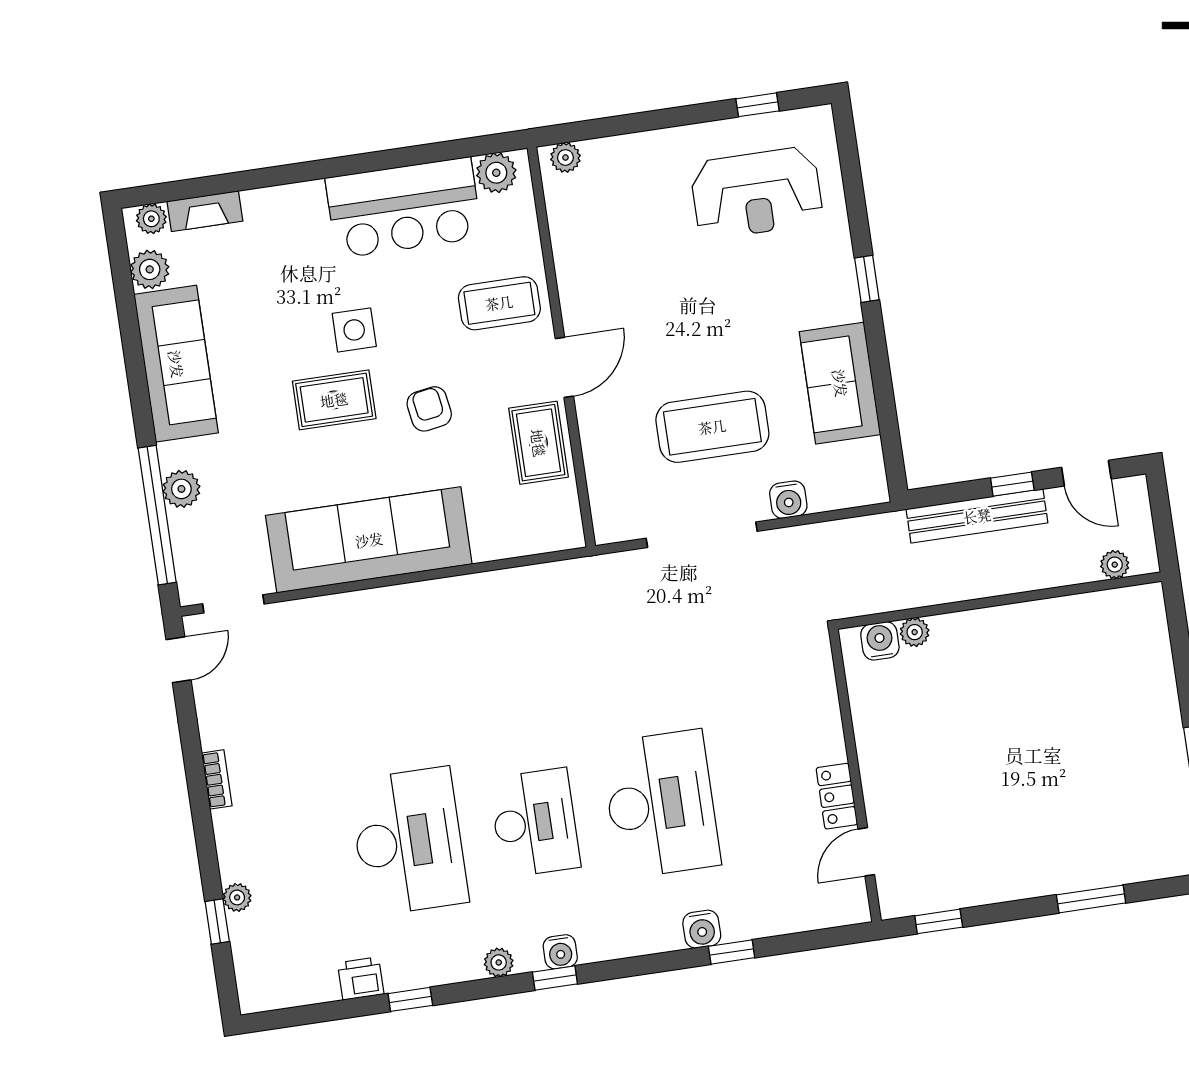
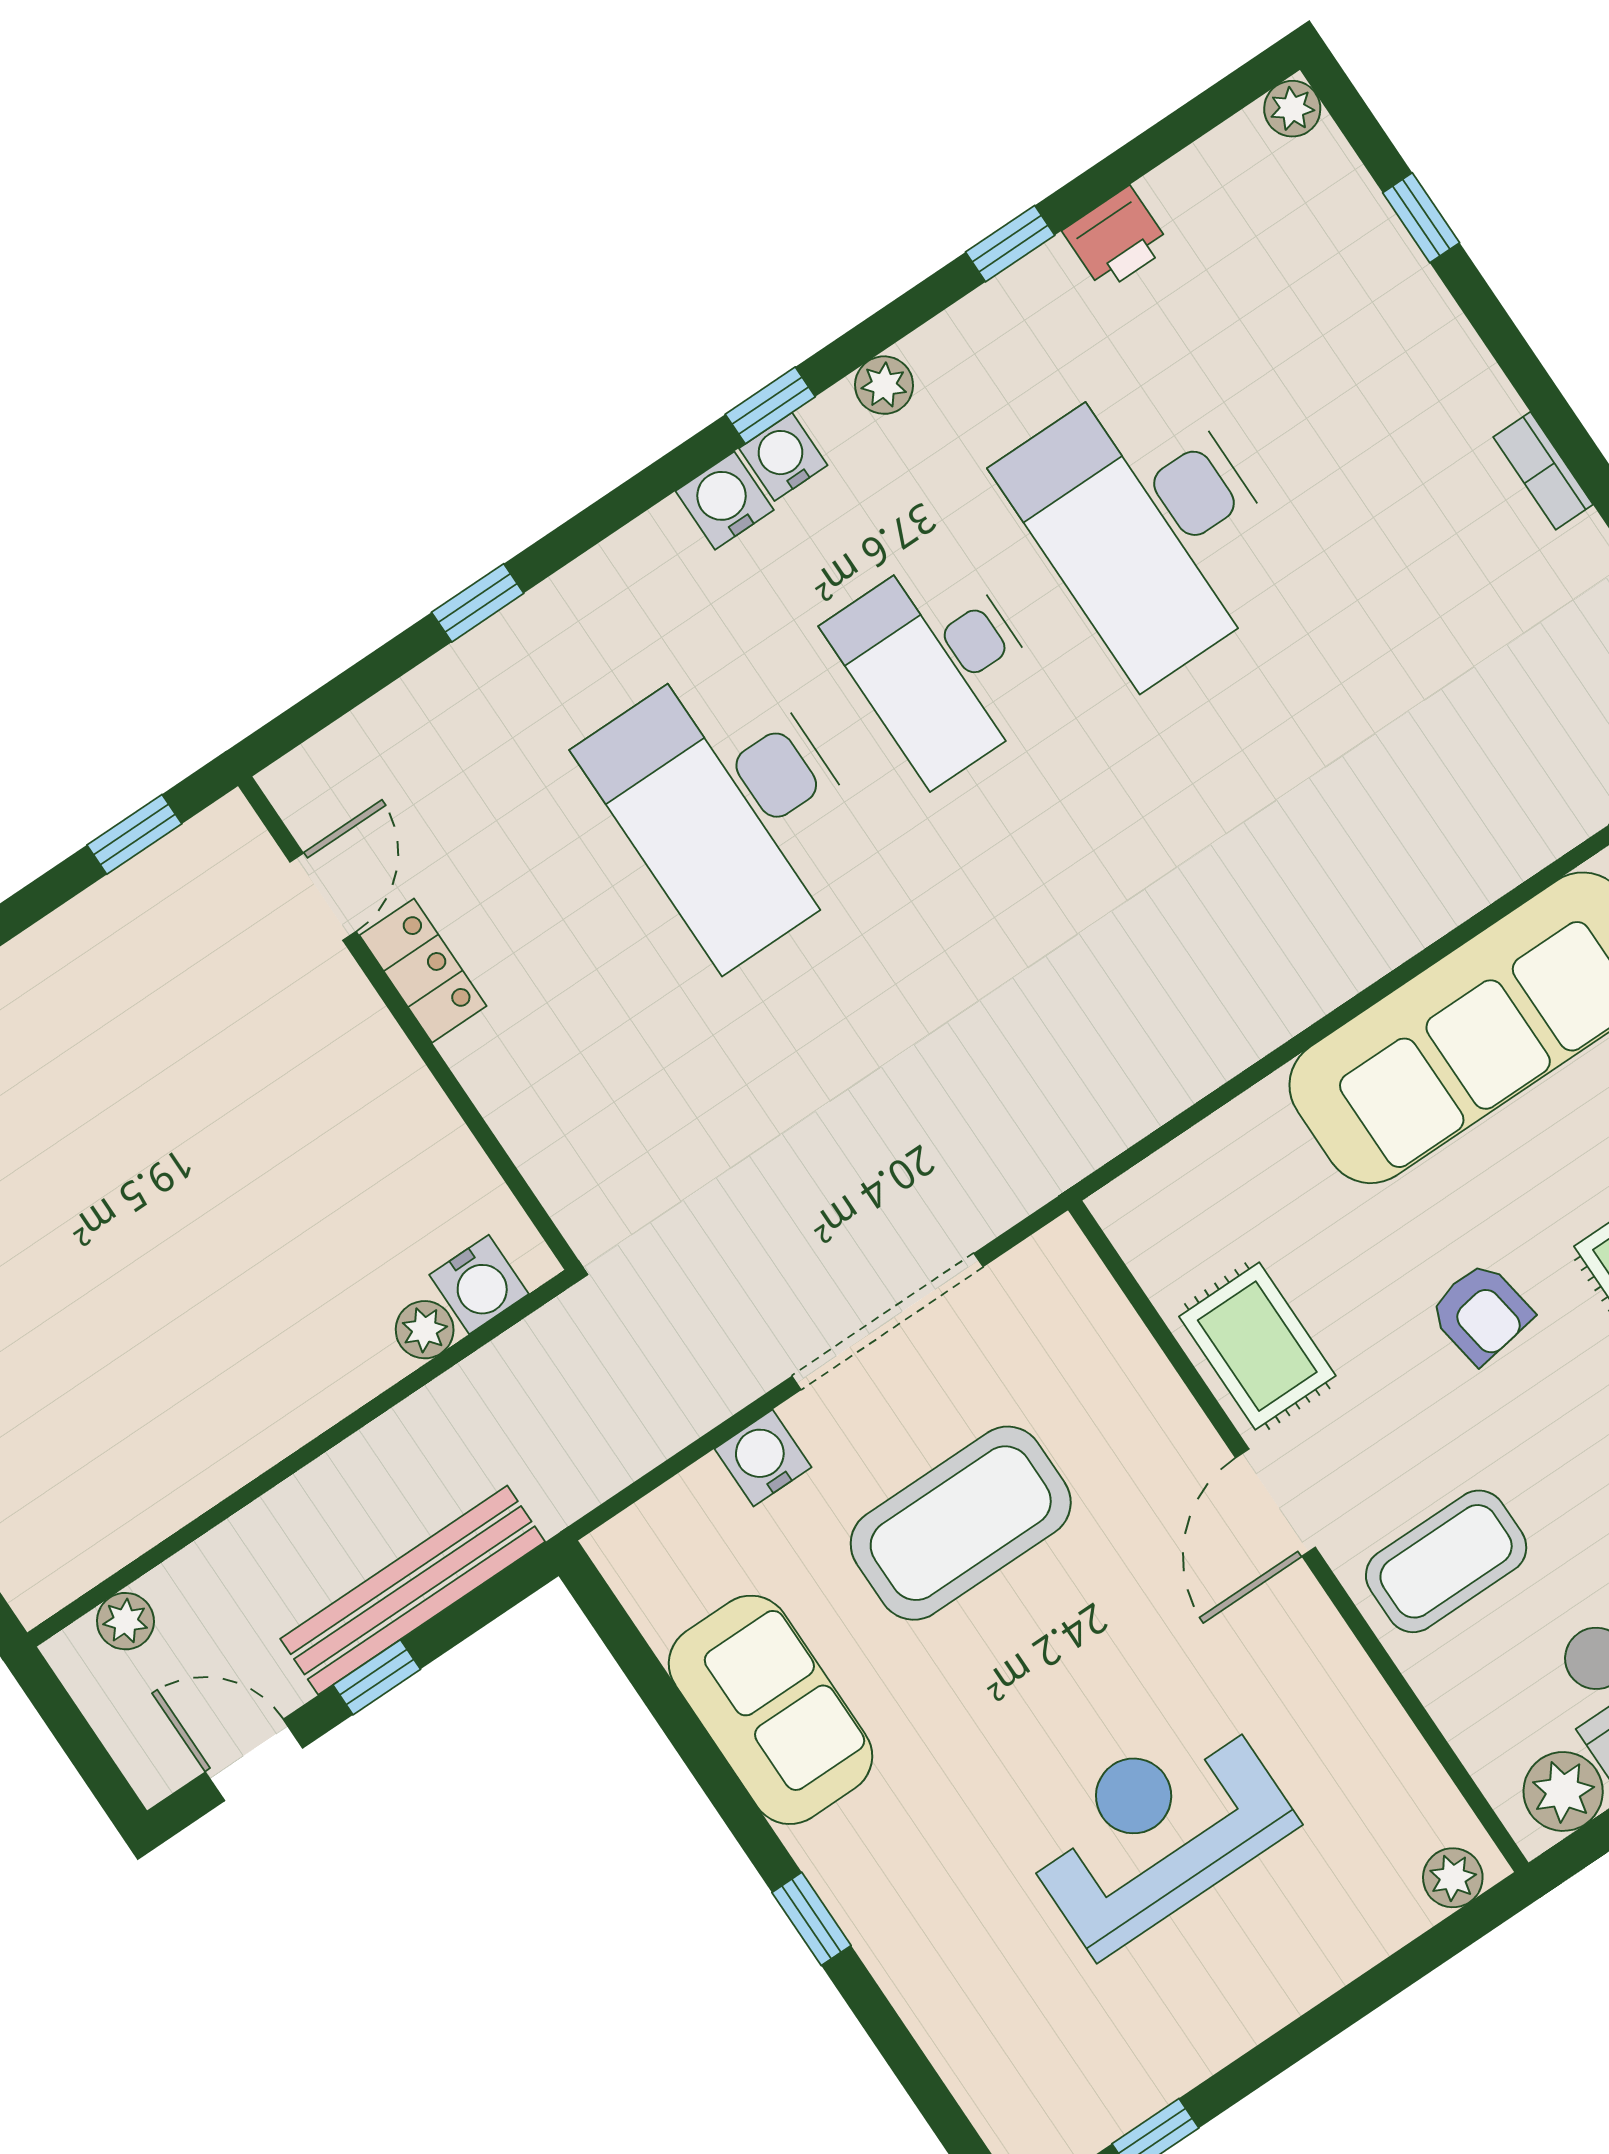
reception desk: (757, 193) -> (1156, 1830), moved
plant: (237, 897) -> (1292, 109), moved
water cooler: (702, 929) -> (725, 501), moved

